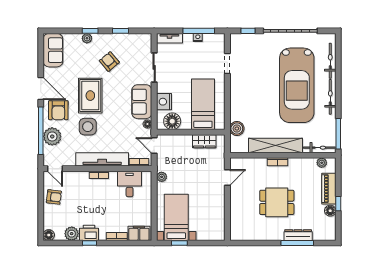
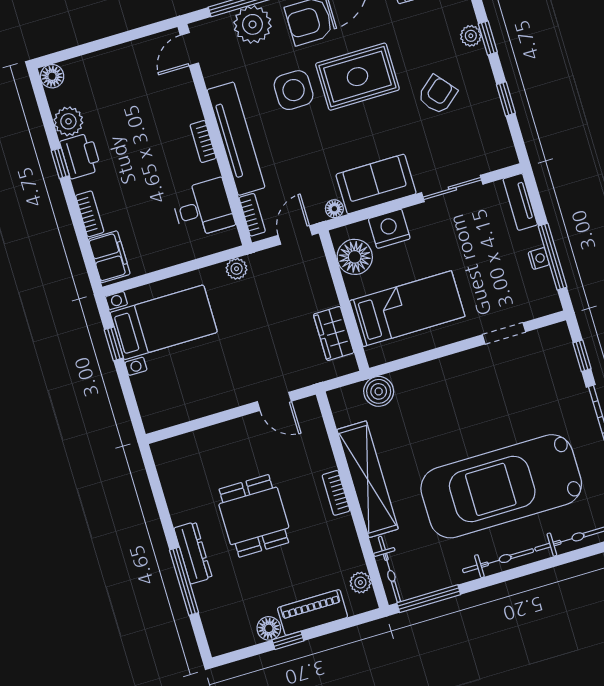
armchair: (54, 197) -> (132, 64), removed
dresser: (298, 235) -> (193, 553), moved

